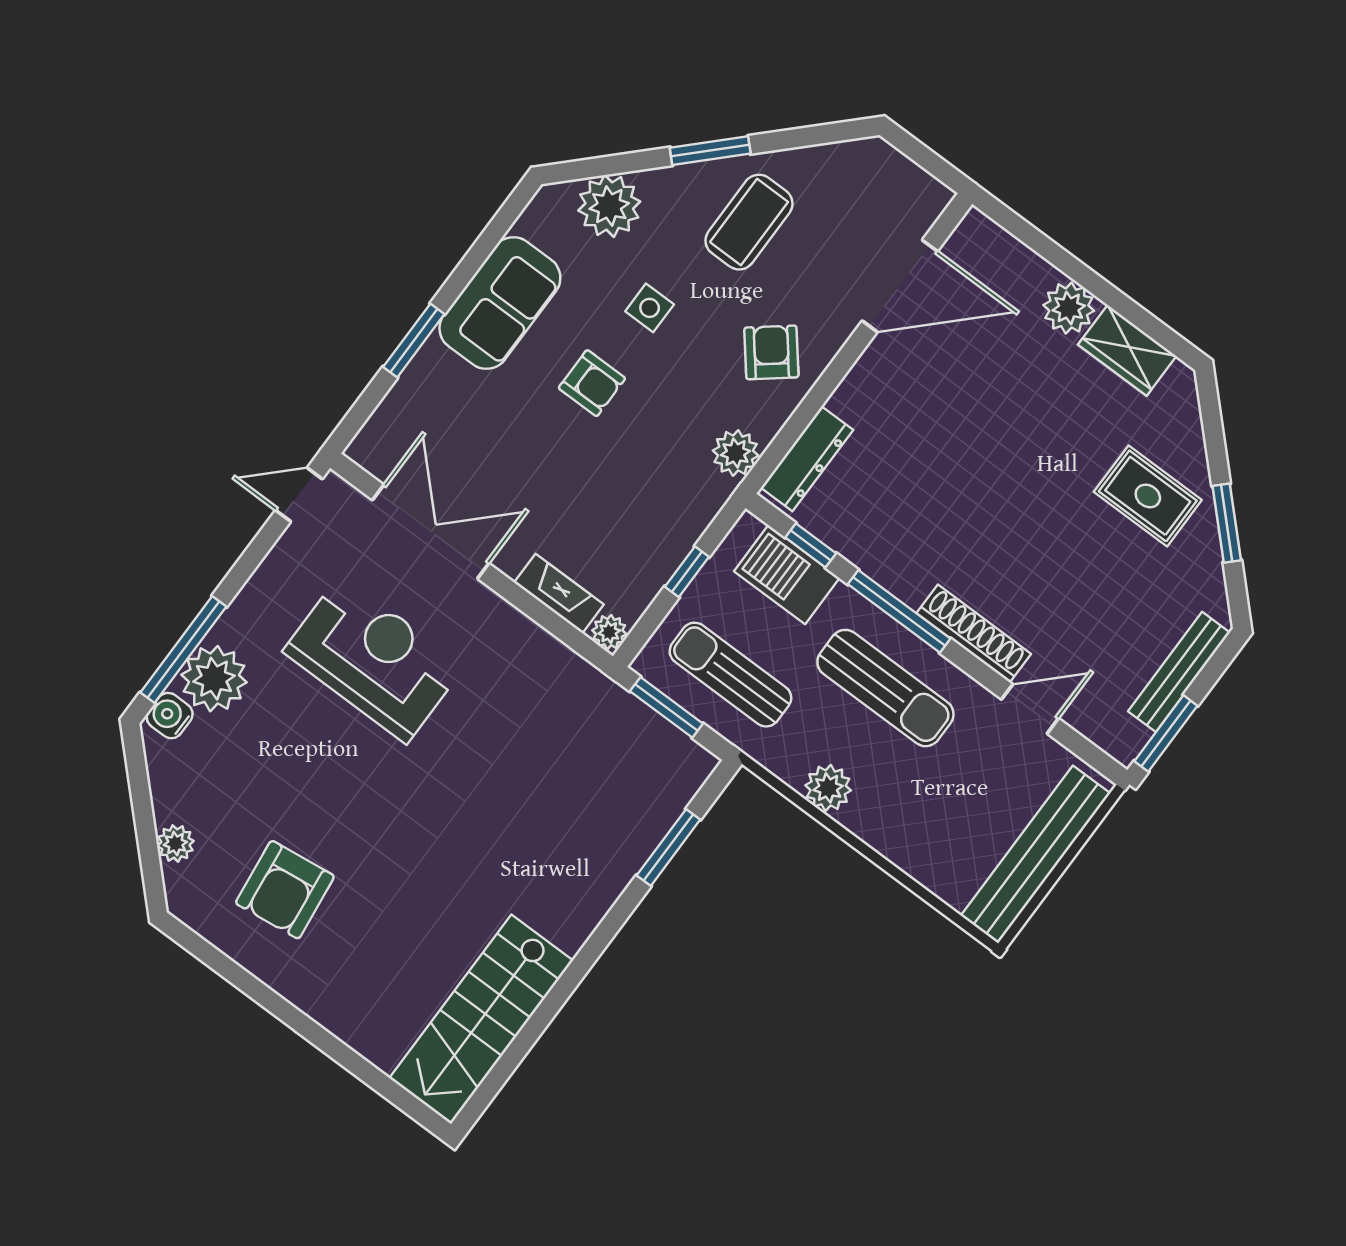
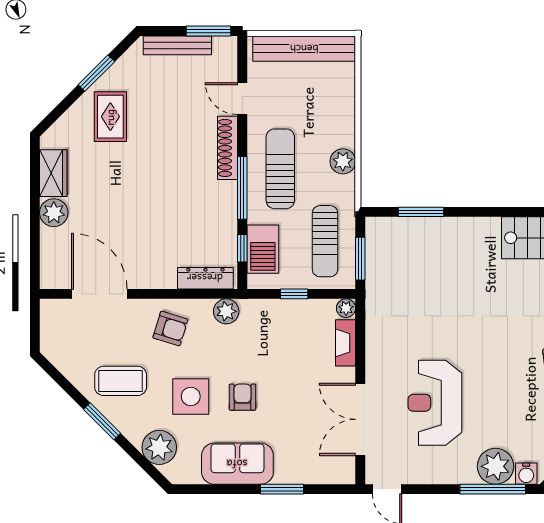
side table: (650, 308) -> (191, 396), width x1.87, depth x1.87
armchair: (771, 352) -> (170, 328), turned -124

